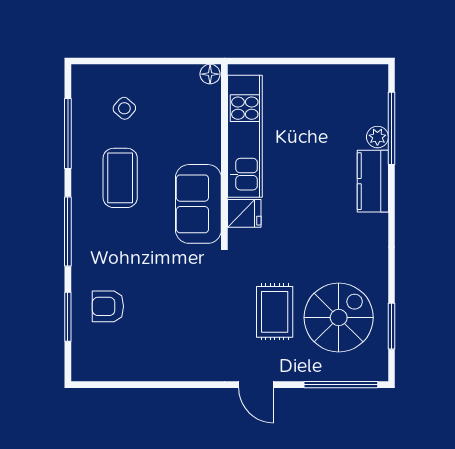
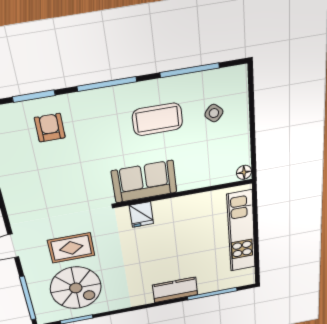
kitchen unit: (245, 136) -> (241, 232), moved, turned 90
plant: (377, 137) -> (206, 287), removed

